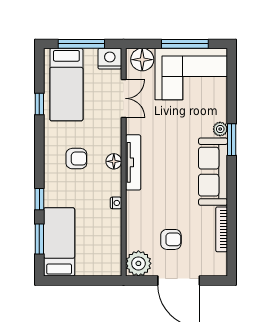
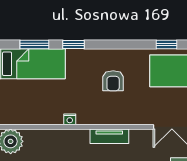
floor lamp: (114, 161) -> (110, 117), removed
tv unit: (133, 162) -> (109, 136), width x0.71

